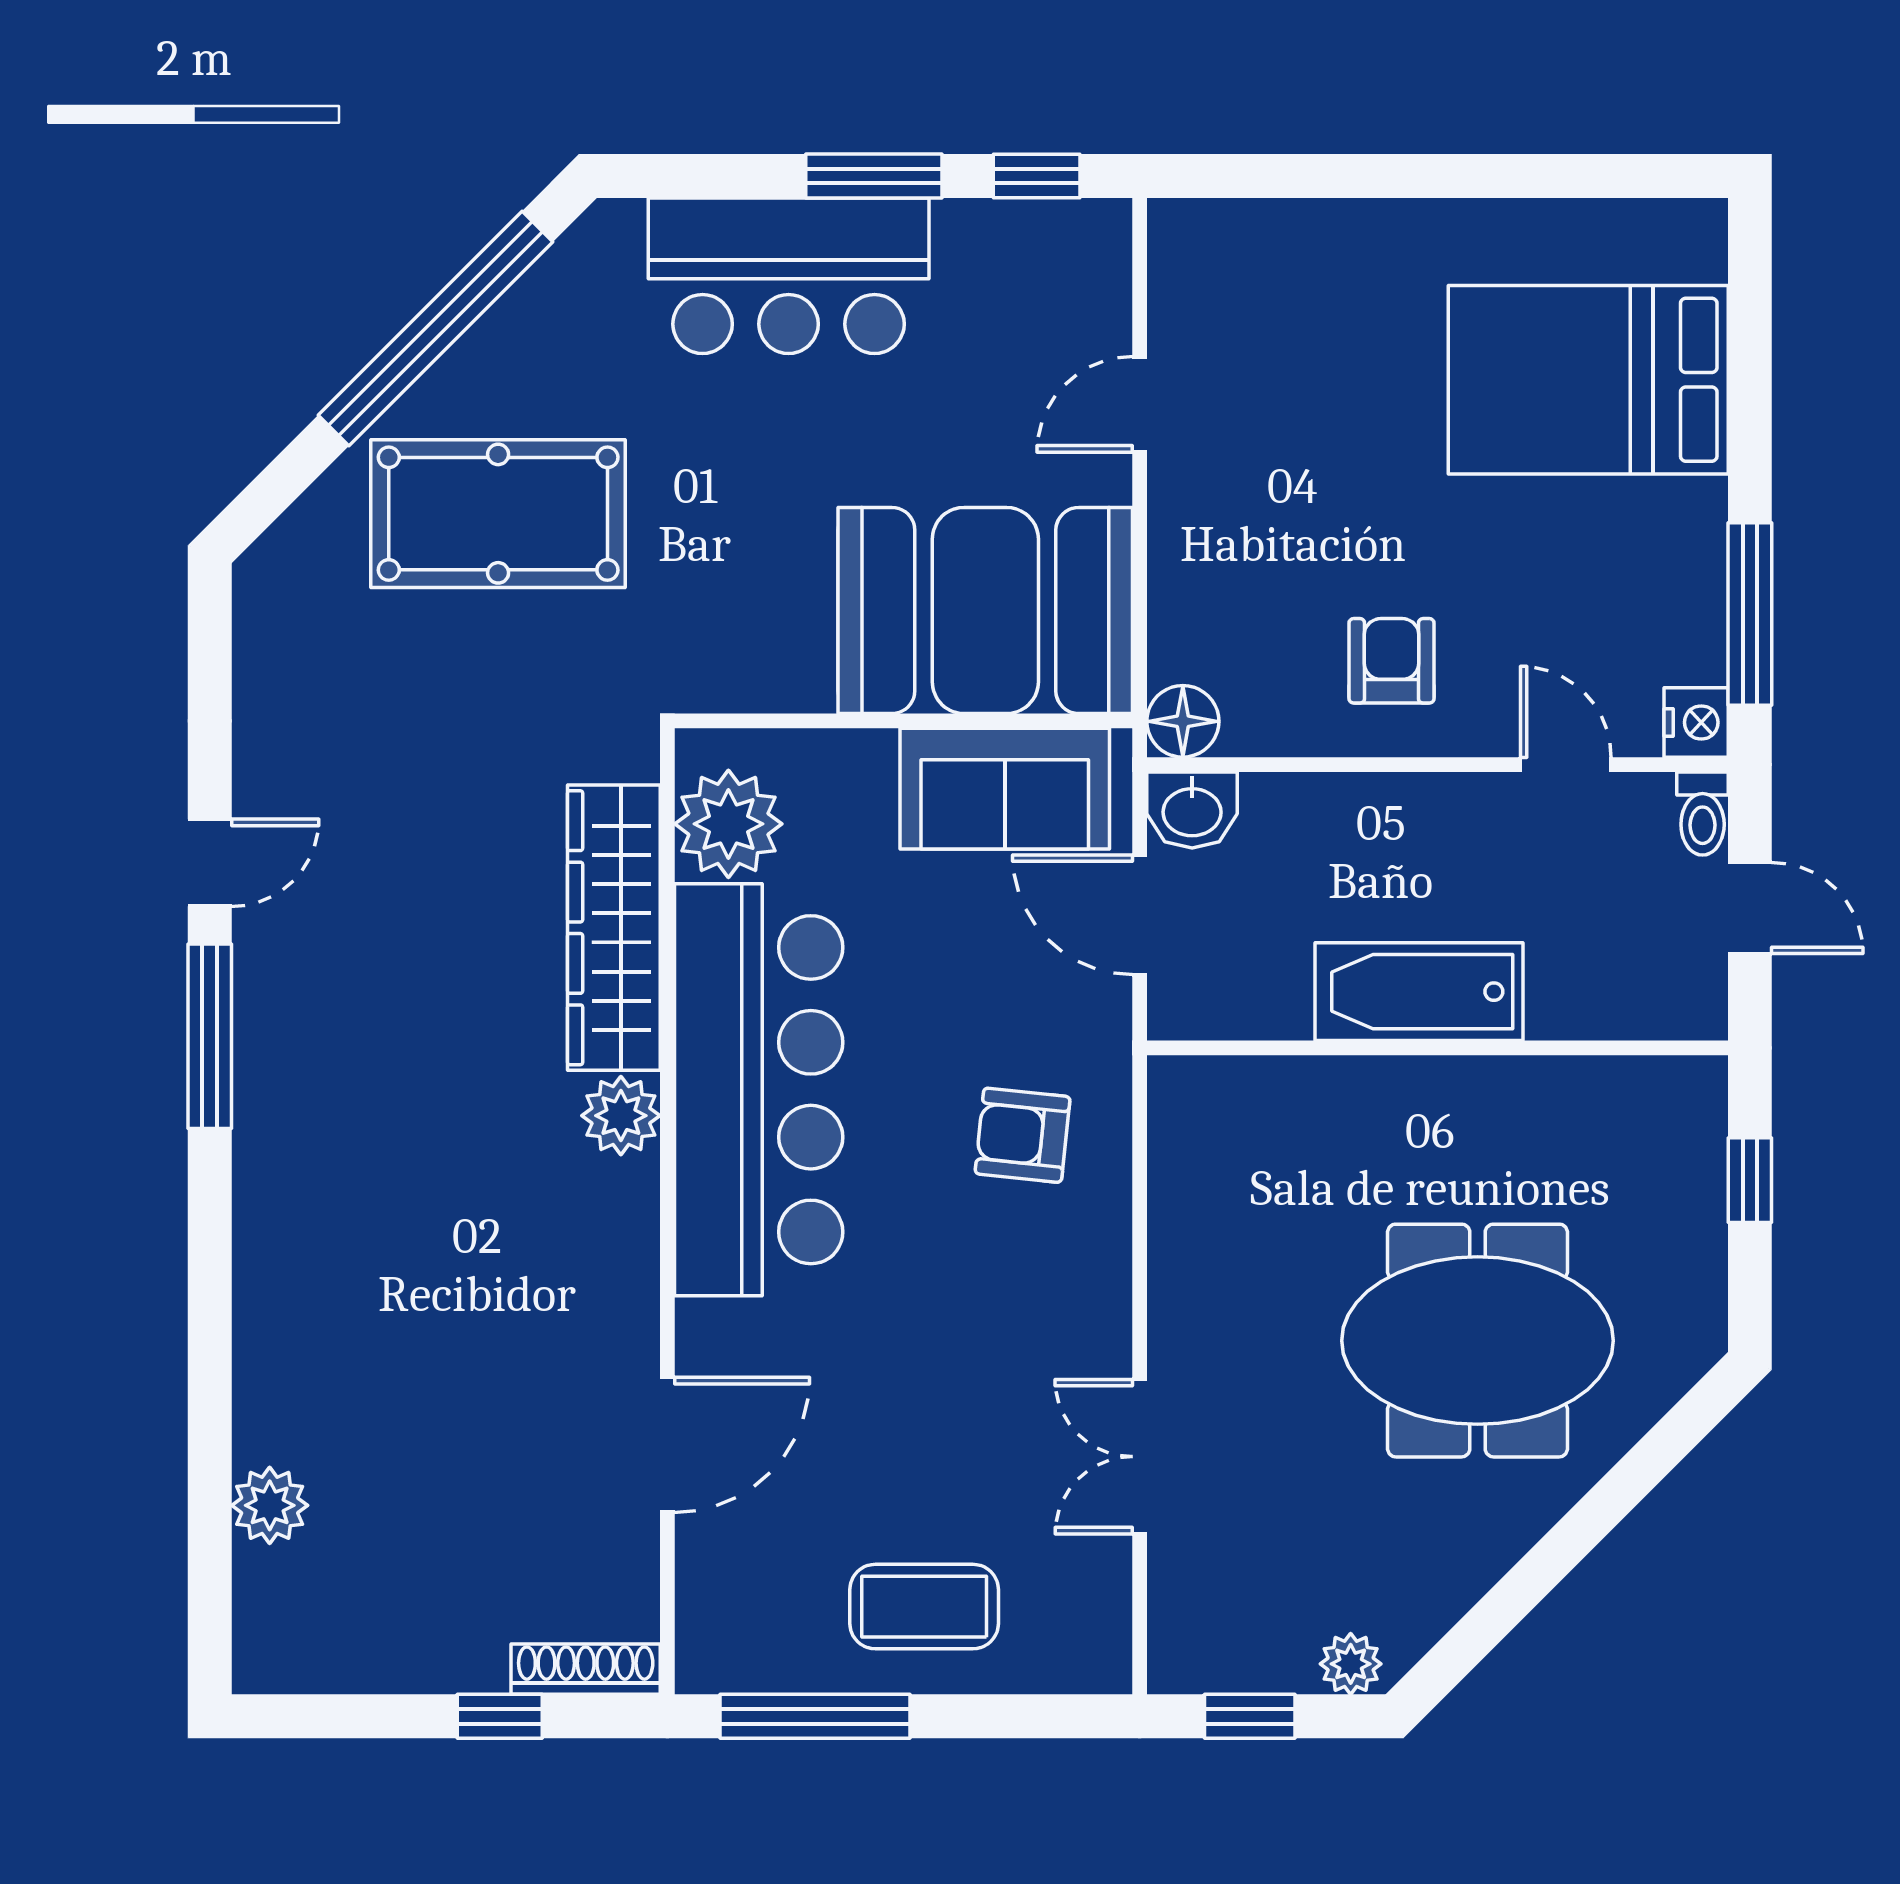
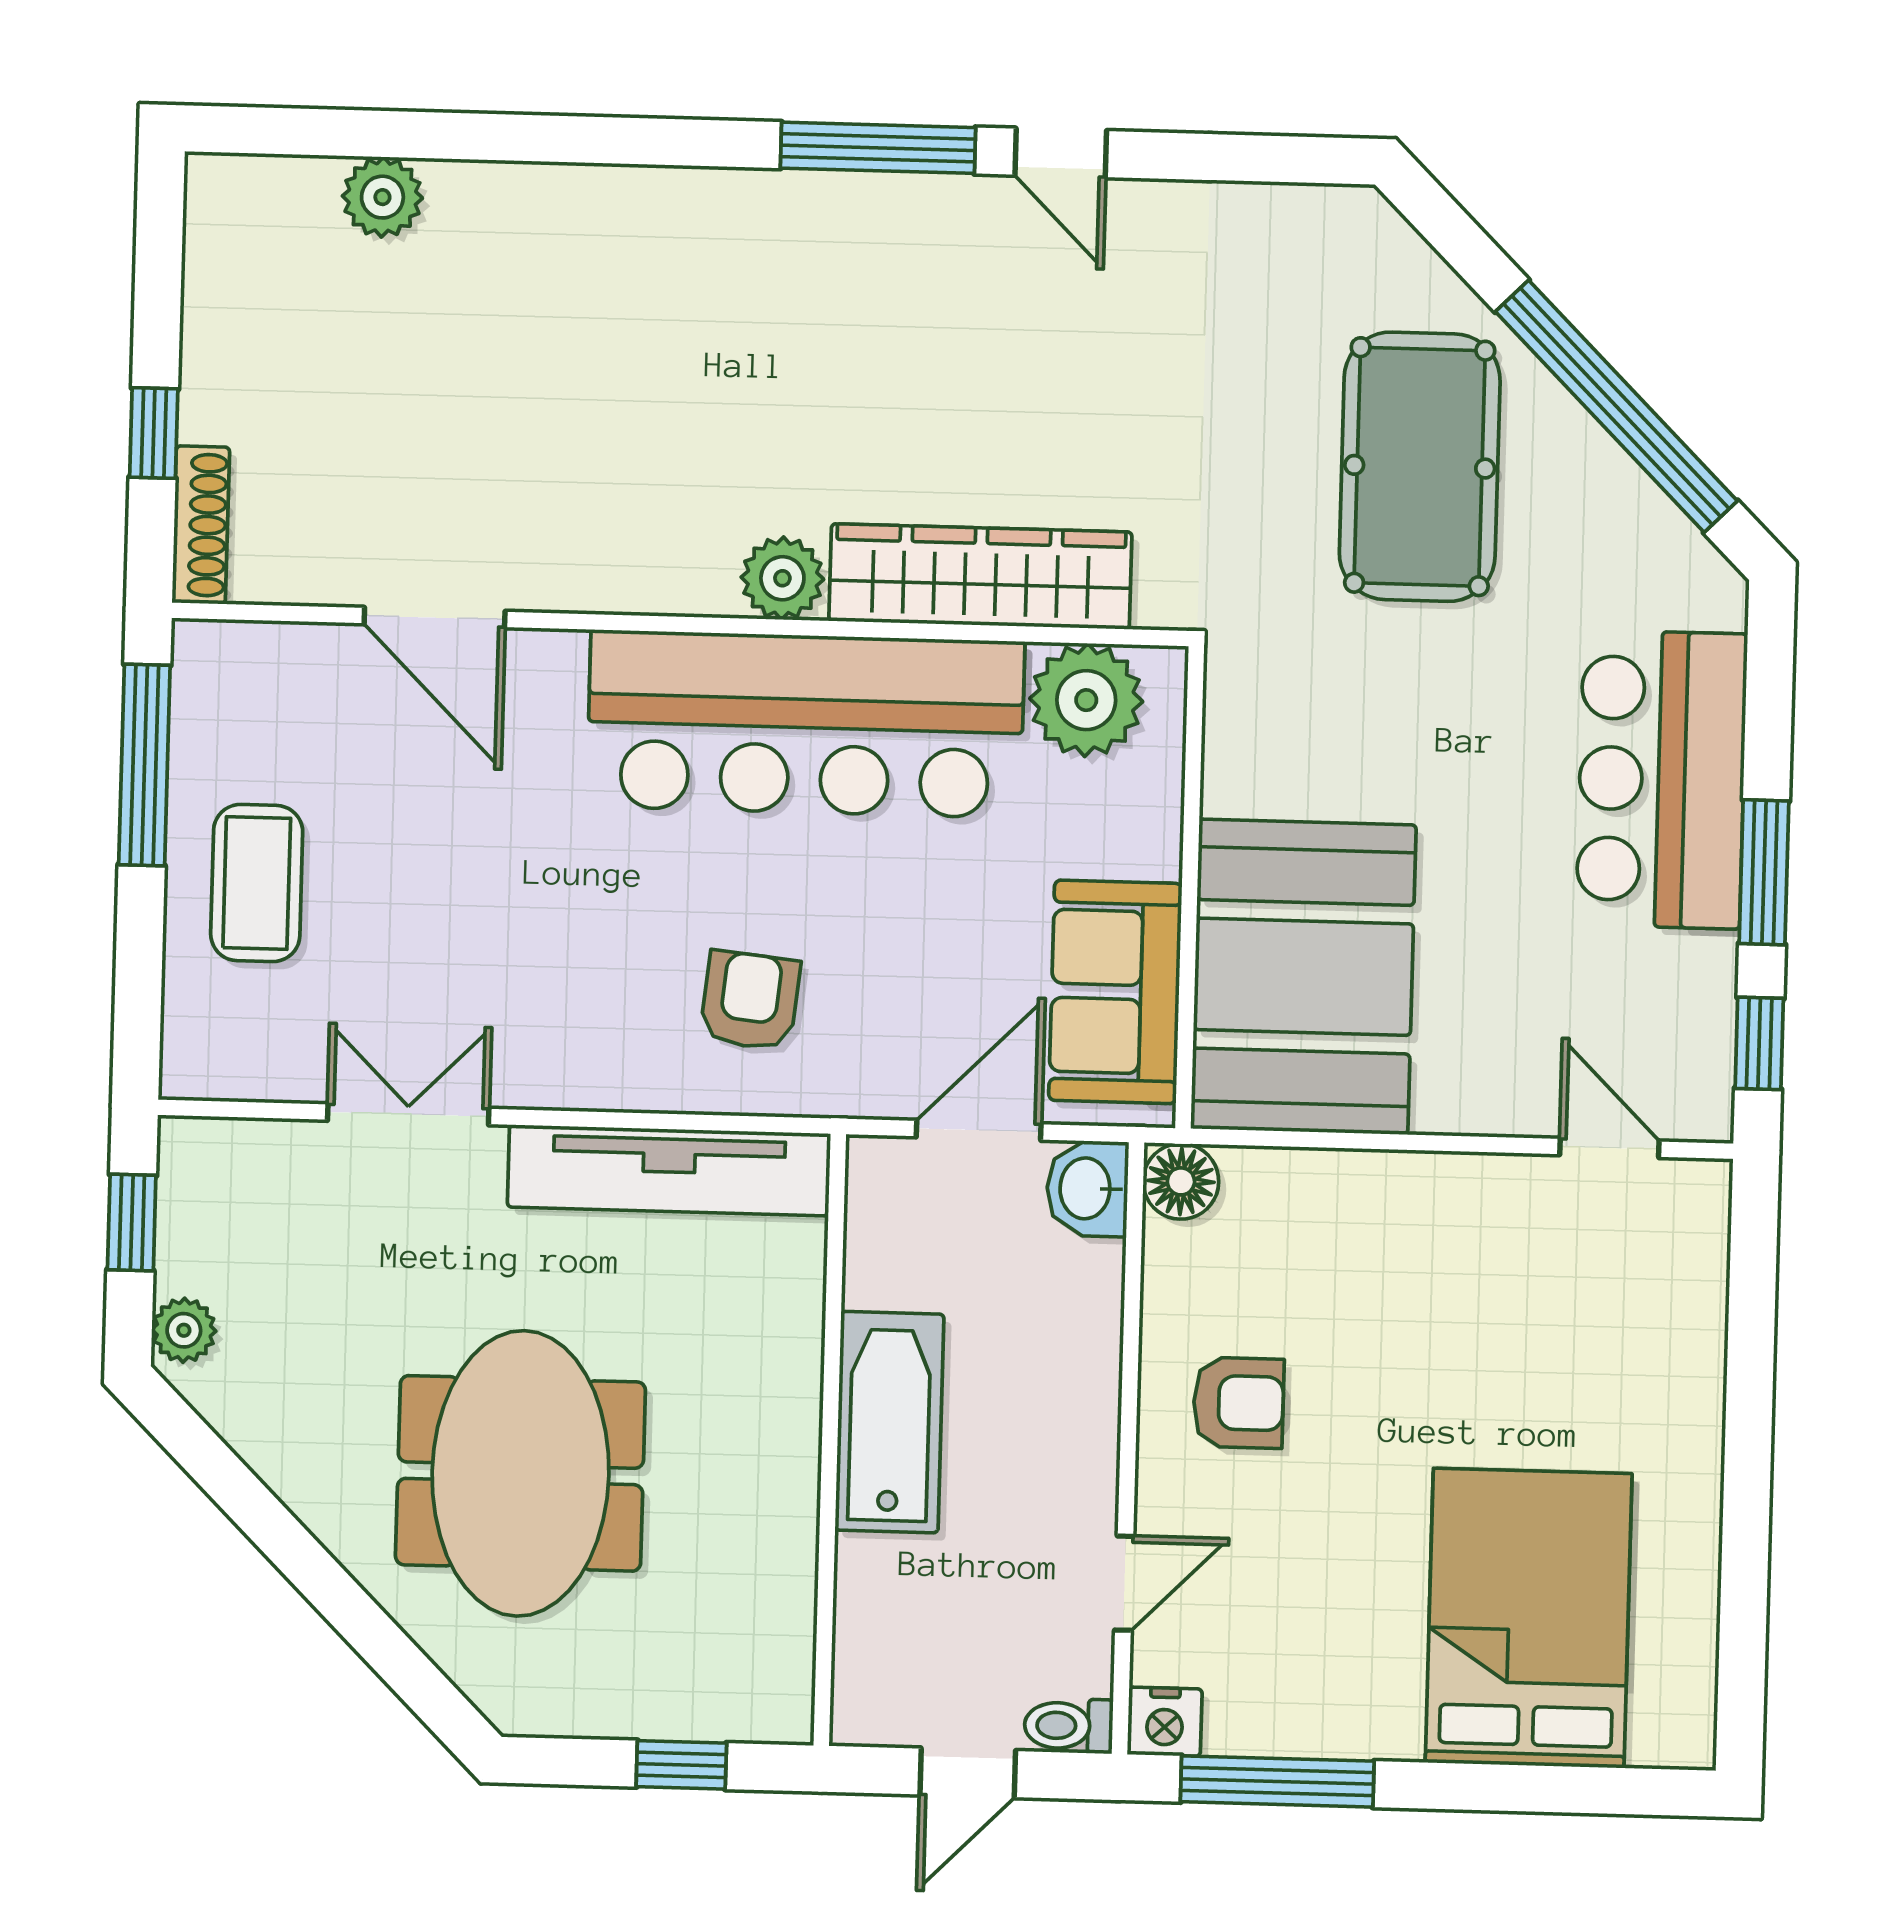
door: (1140, 404) -> (1609, 1148), moved
tv unit: (1186, 1208) -> (669, 1170), added

